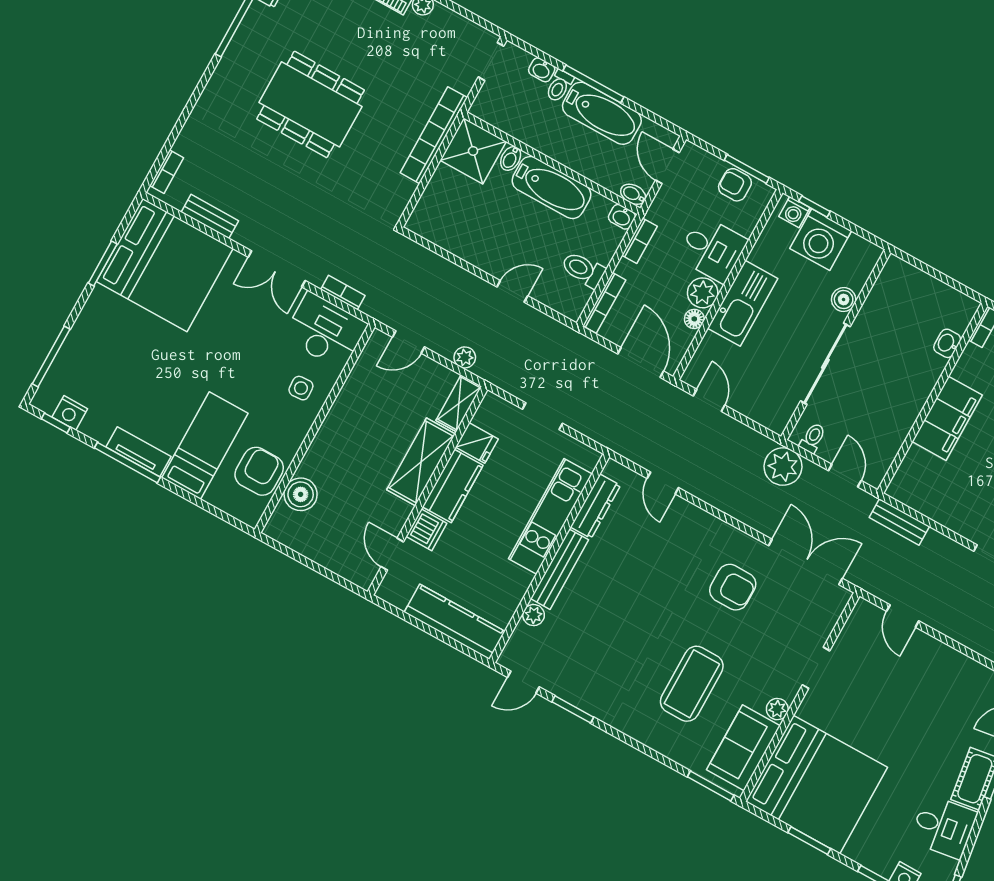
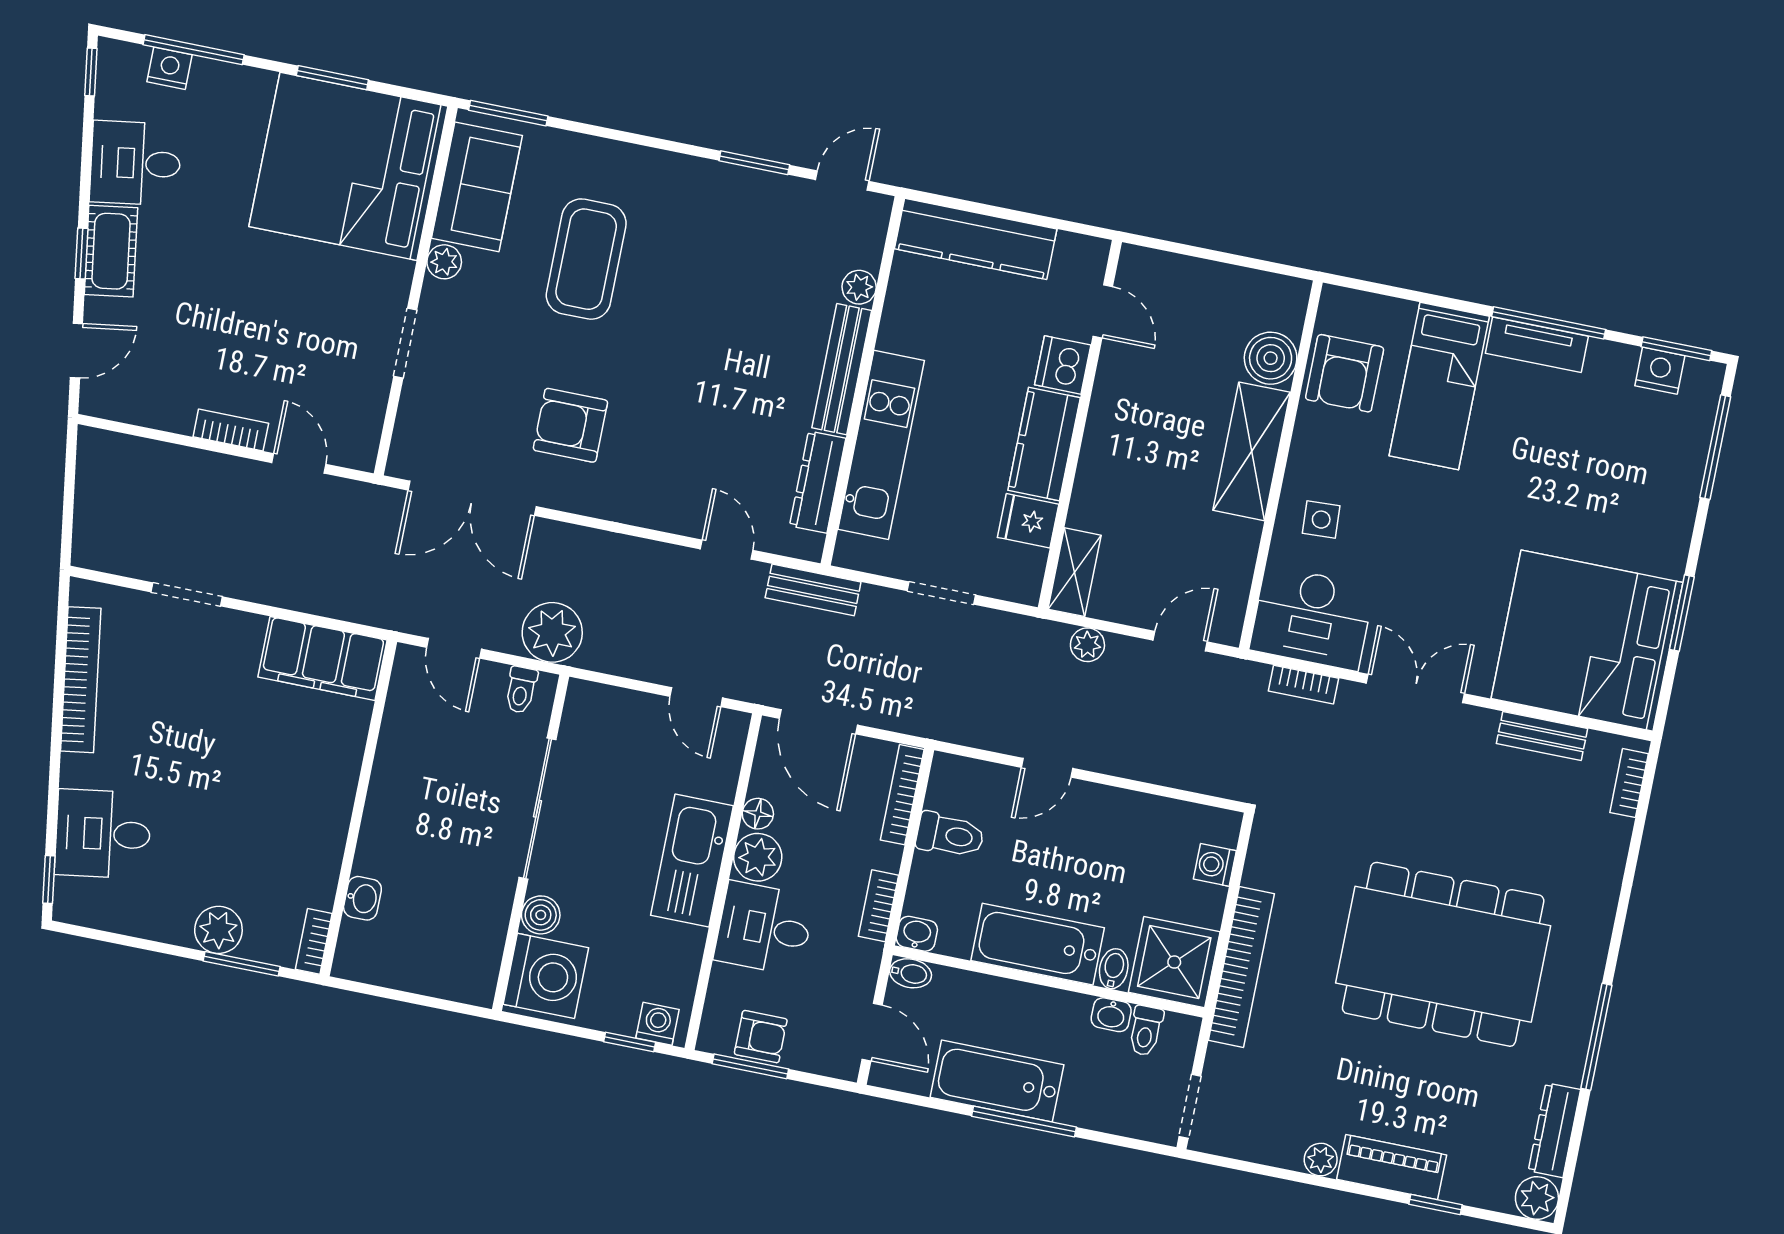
washbasin: (542, 70) -> (1111, 1015), moved, turned 180
toilet: (559, 86) -> (1146, 1031), moved, turned 180
dining table: (311, 104) -> (1443, 954), width x1.36, depth x1.24
washing machine: (430, 201) -> (1215, 865), added
washing machine: (821, 240) -> (546, 976), moved, turned 90
filing cabinet: (947, 418) -> (323, 658), moved, turned -90
window: (56, 423) -> (1676, 349), width x1.50
shelving: (421, 462) -> (1252, 451), moved
bench: (899, 522) -> (813, 590), moved
bookcase: (937, 649) -> (231, 430), added

